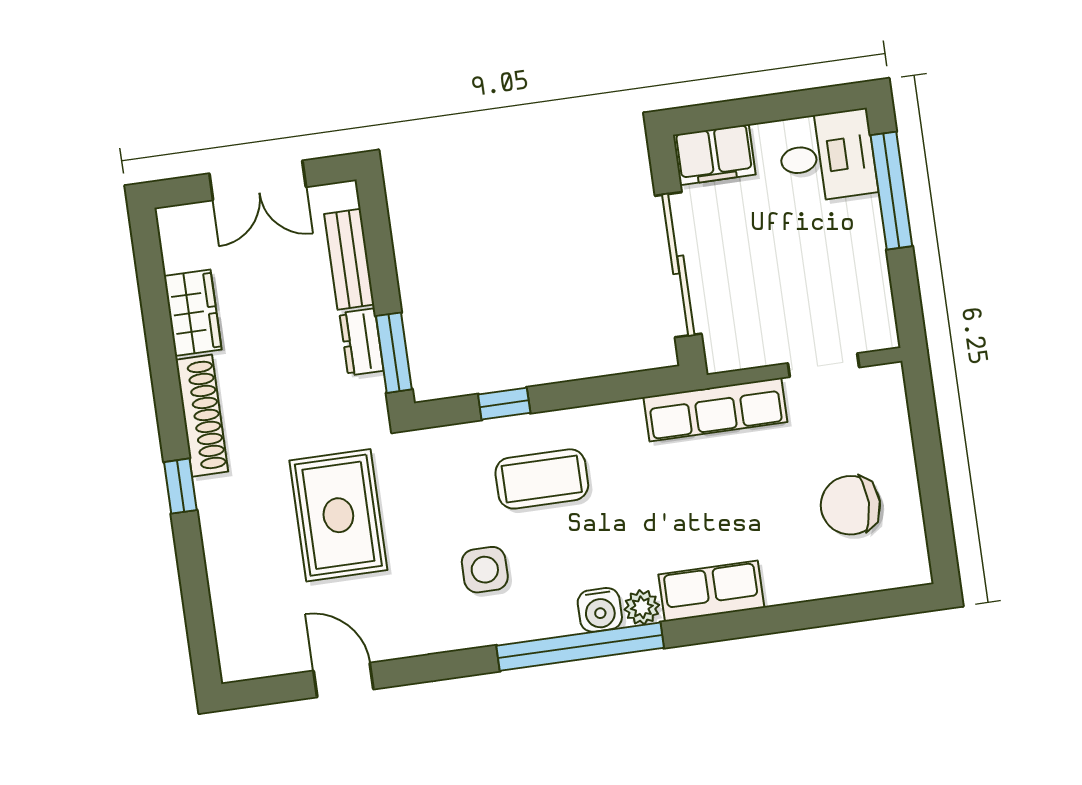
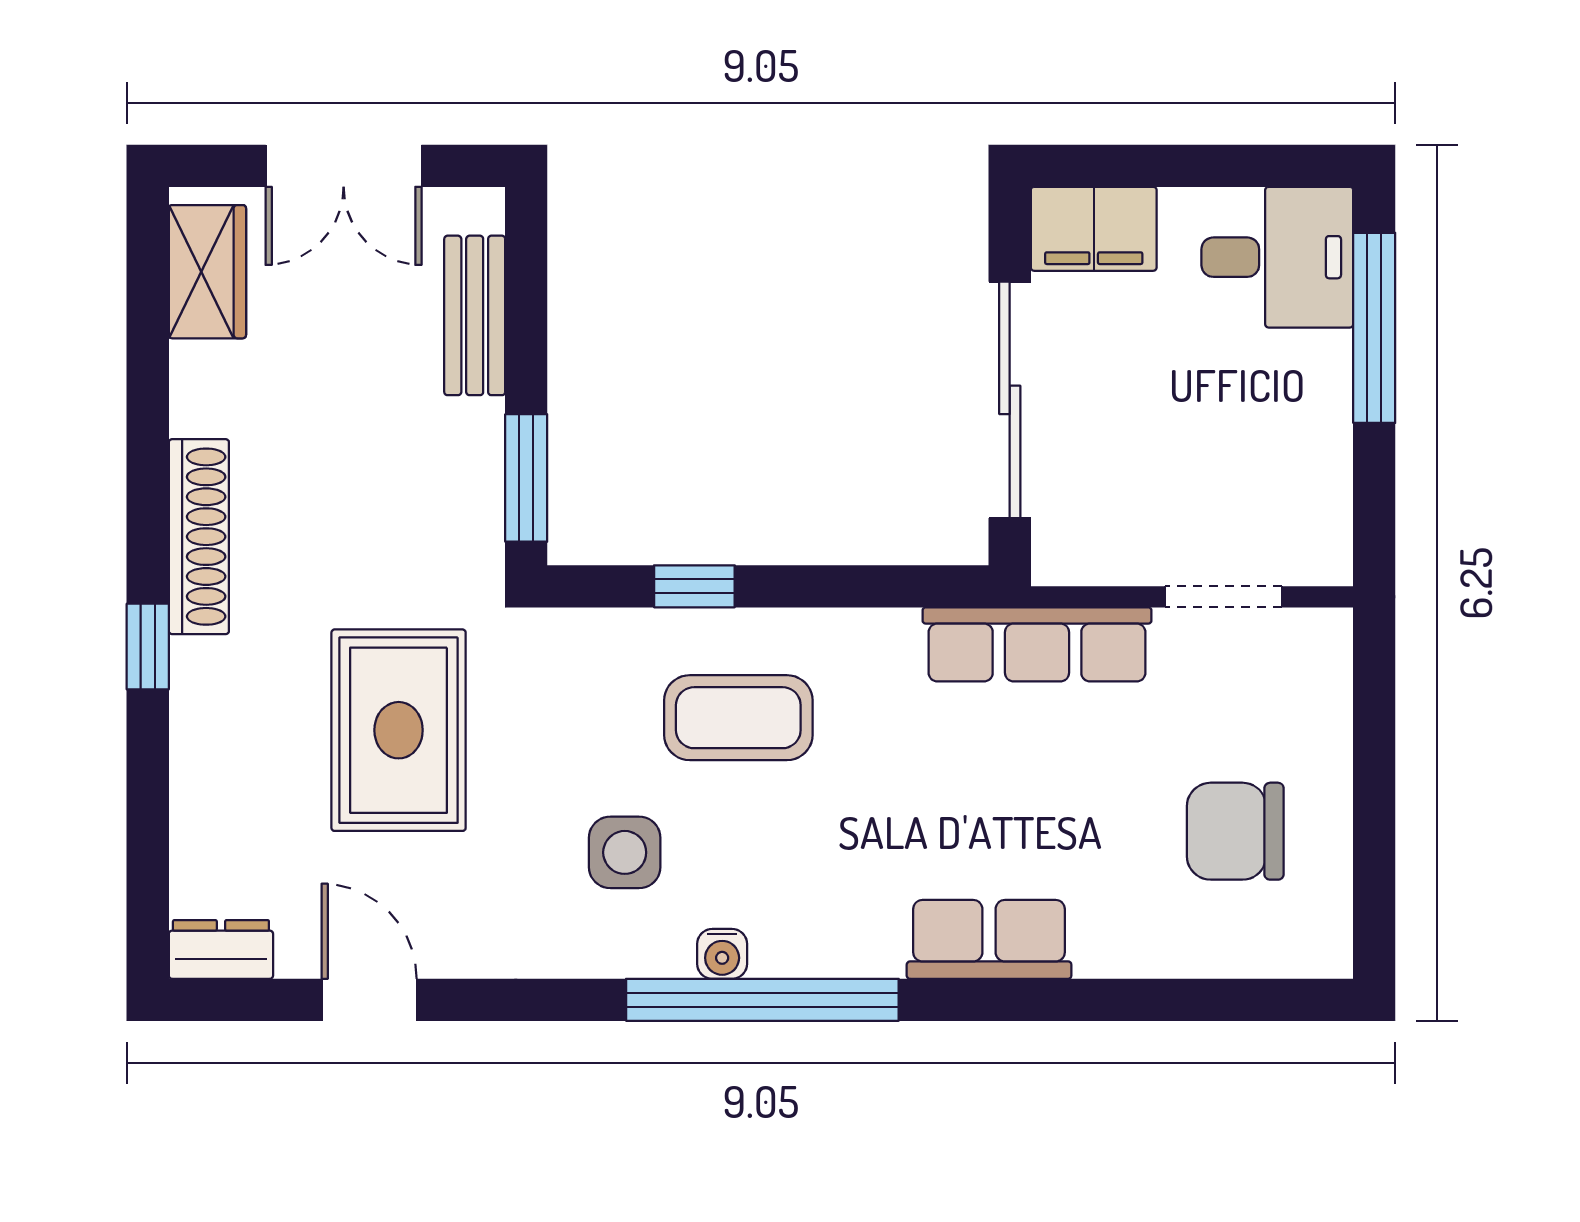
wardrobe: (193, 313) -> (207, 272), moved
dresser: (361, 342) -> (221, 949), moved, turned 90
plant: (642, 607) -> (872, 950), removed
water cooler: (600, 610) -> (722, 954), moved, width x0.72, depth x0.72

